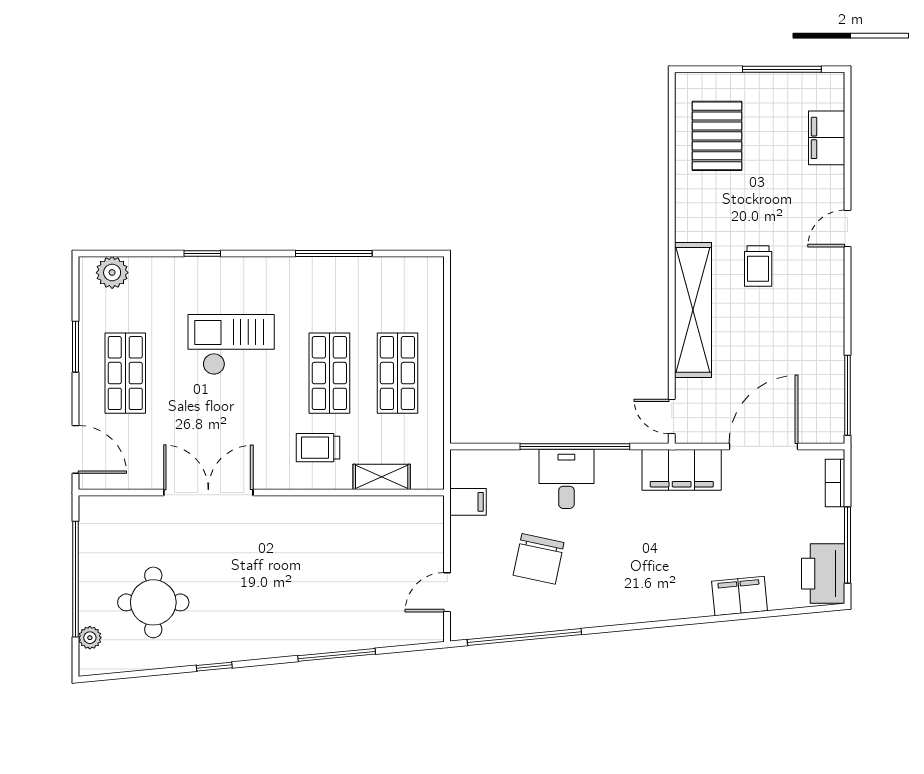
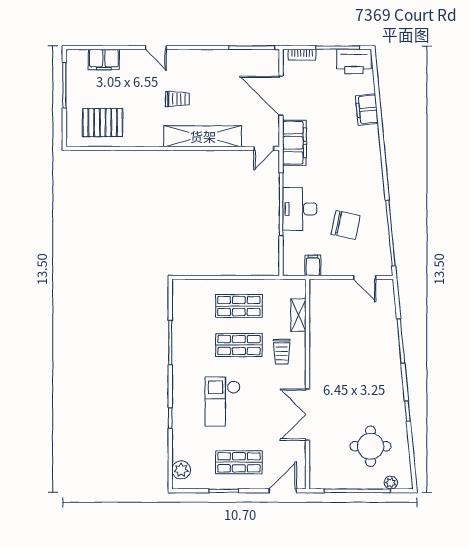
desk: (566, 479) -> (300, 209), width x1.37

